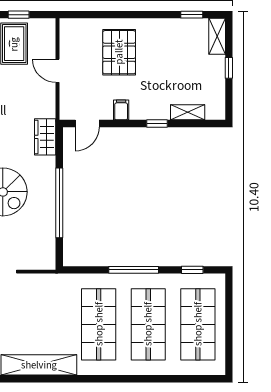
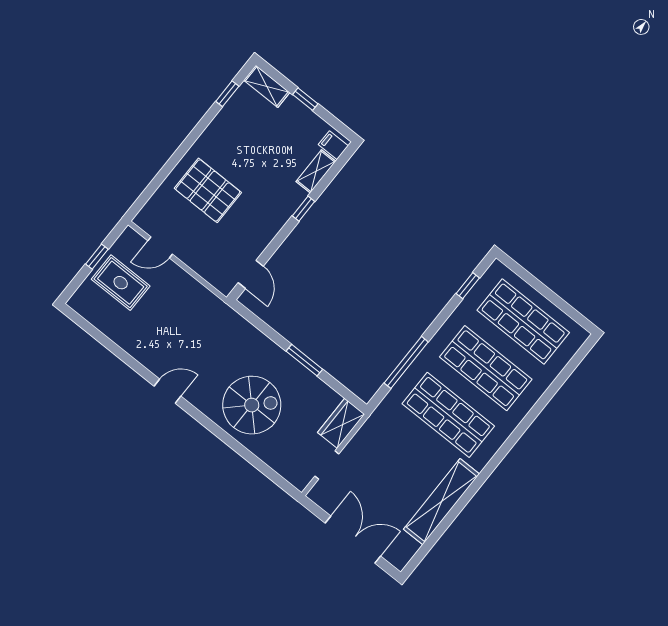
door: (58, 71) -> (160, 247), moved
filing cabinet: (121, 110) -> (333, 145), moved
wardrobe: (45, 137) -> (341, 423), moved, turned 90
window: (59, 203) -> (304, 360), width x0.47
window: (134, 270) -> (406, 362), moved

